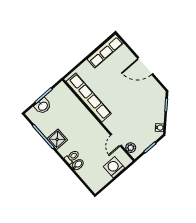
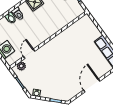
row of seats: (89, 98) -> (69, 33), removed
door: (116, 140) -> (29, 54), hinge flipped

